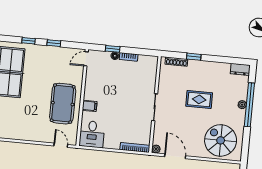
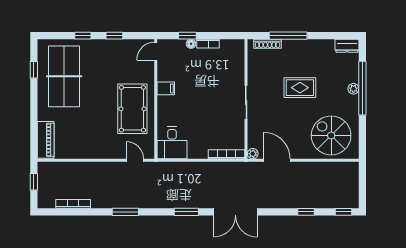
window: (194, 57) -> (288, 36), width x2.17
filing cabinet: (90, 106) -> (166, 88), moved

